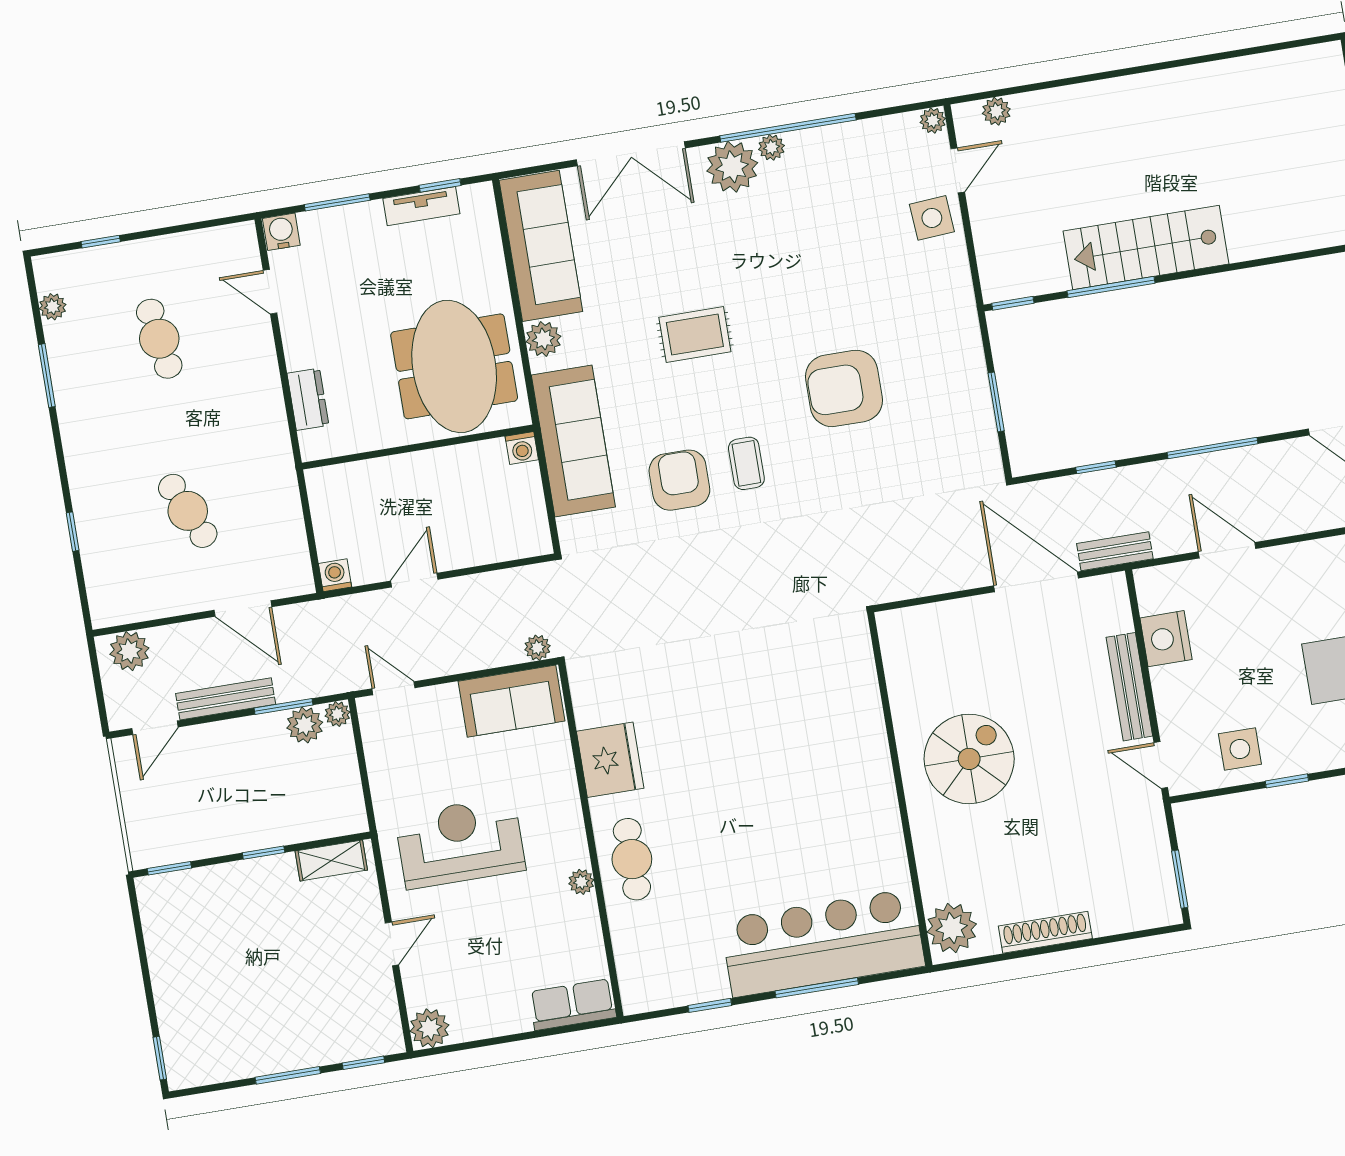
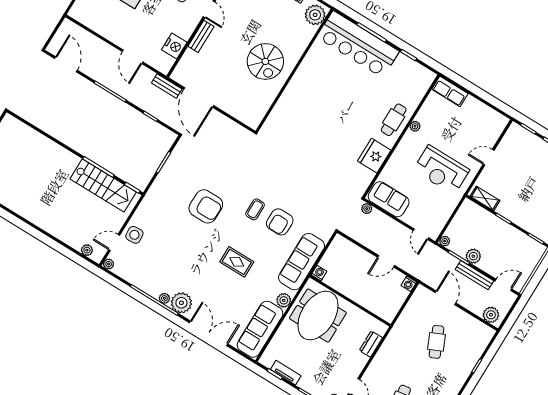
stairs: (1146, 247) -> (103, 185), moved
bench: (1129, 687) -> (201, 36), width x0.73
plant: (305, 725) -> (473, 256), moved
spiral stairs: (969, 759) -> (265, 61), turned -90
plant: (430, 1028) -> (499, 122), removed

